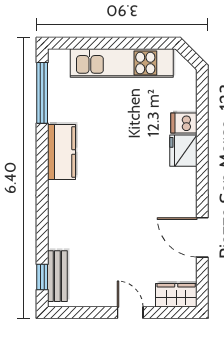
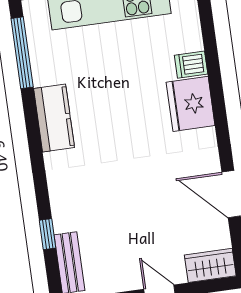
fridge: (183, 151) -> (191, 104), width x1.36, depth x1.34
window: (42, 277) -> (48, 234), moved

